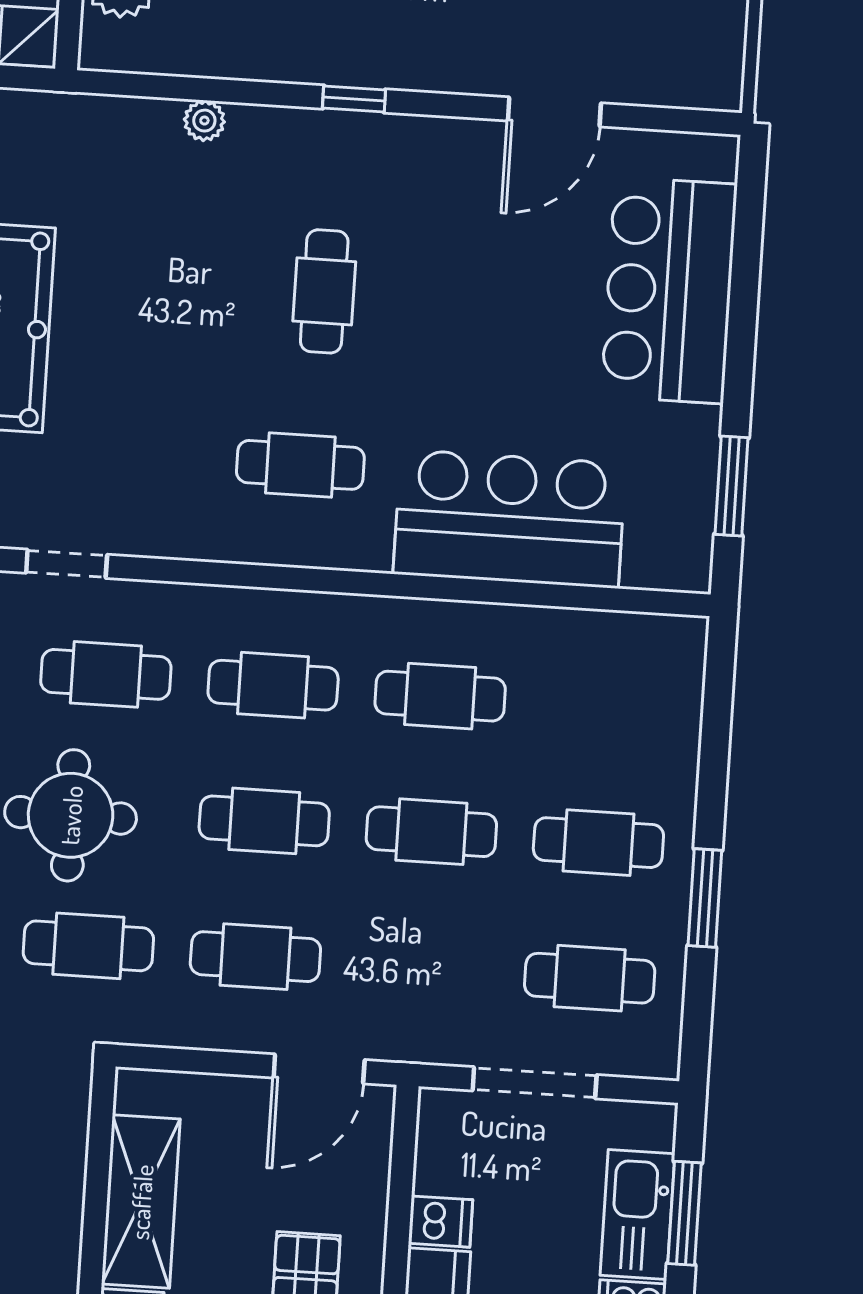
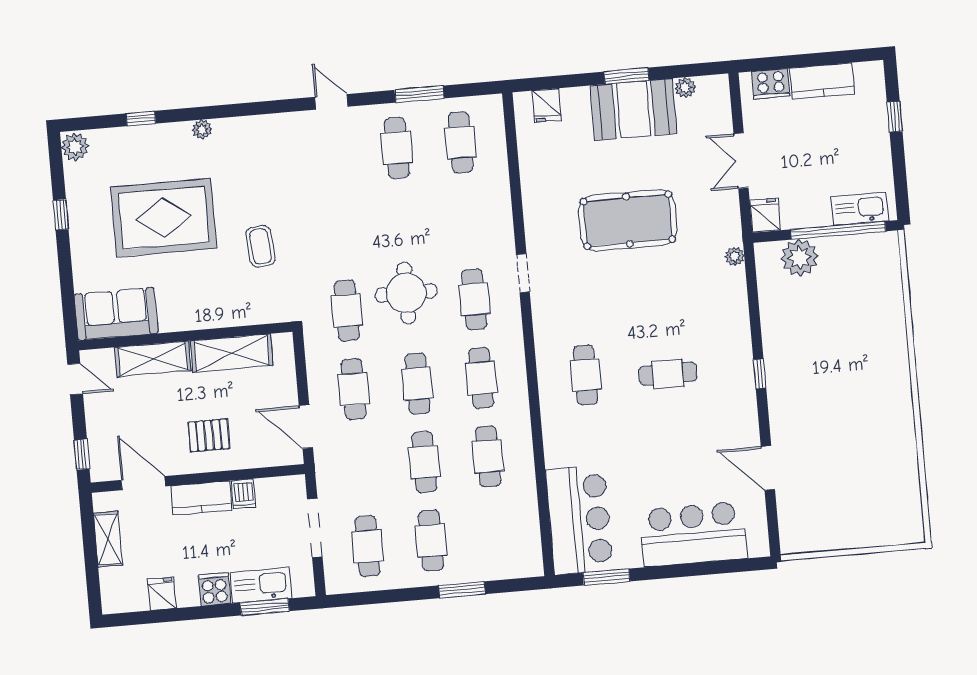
plant: (204, 121) -> (735, 256), moved
bar counter: (510, 519) -> (579, 520), moved
window: (705, 898) -> (462, 590), moved

